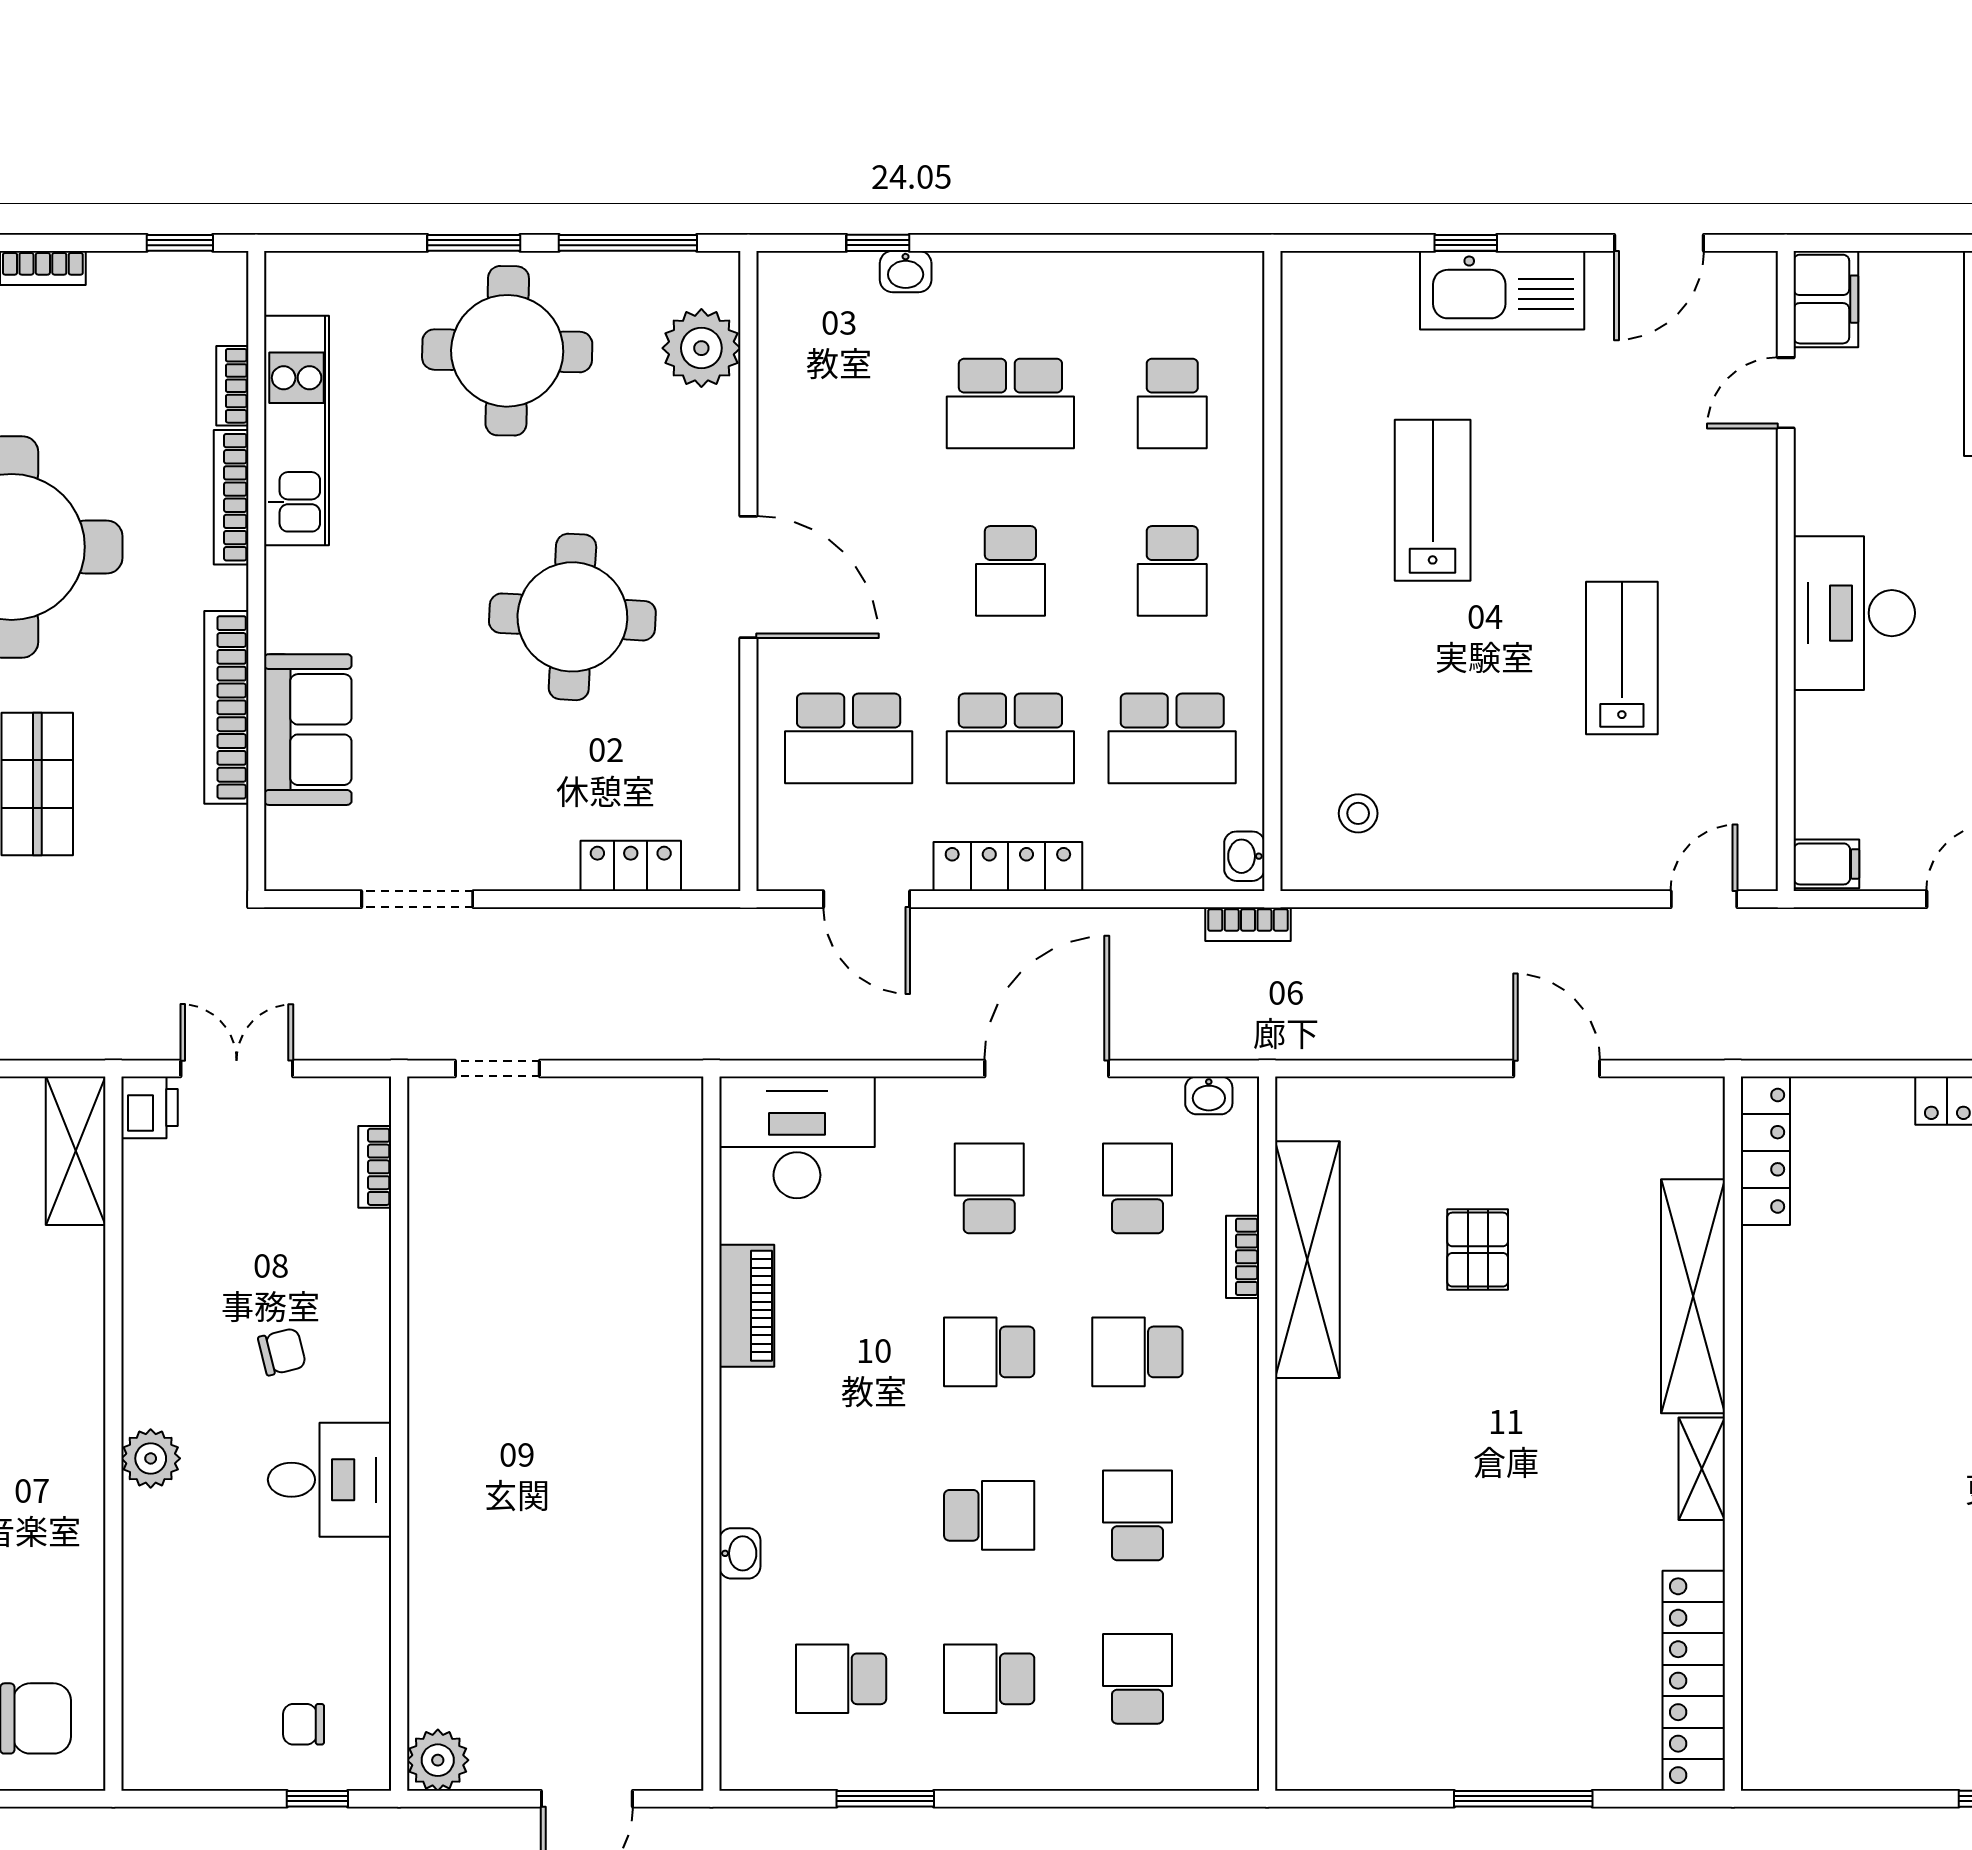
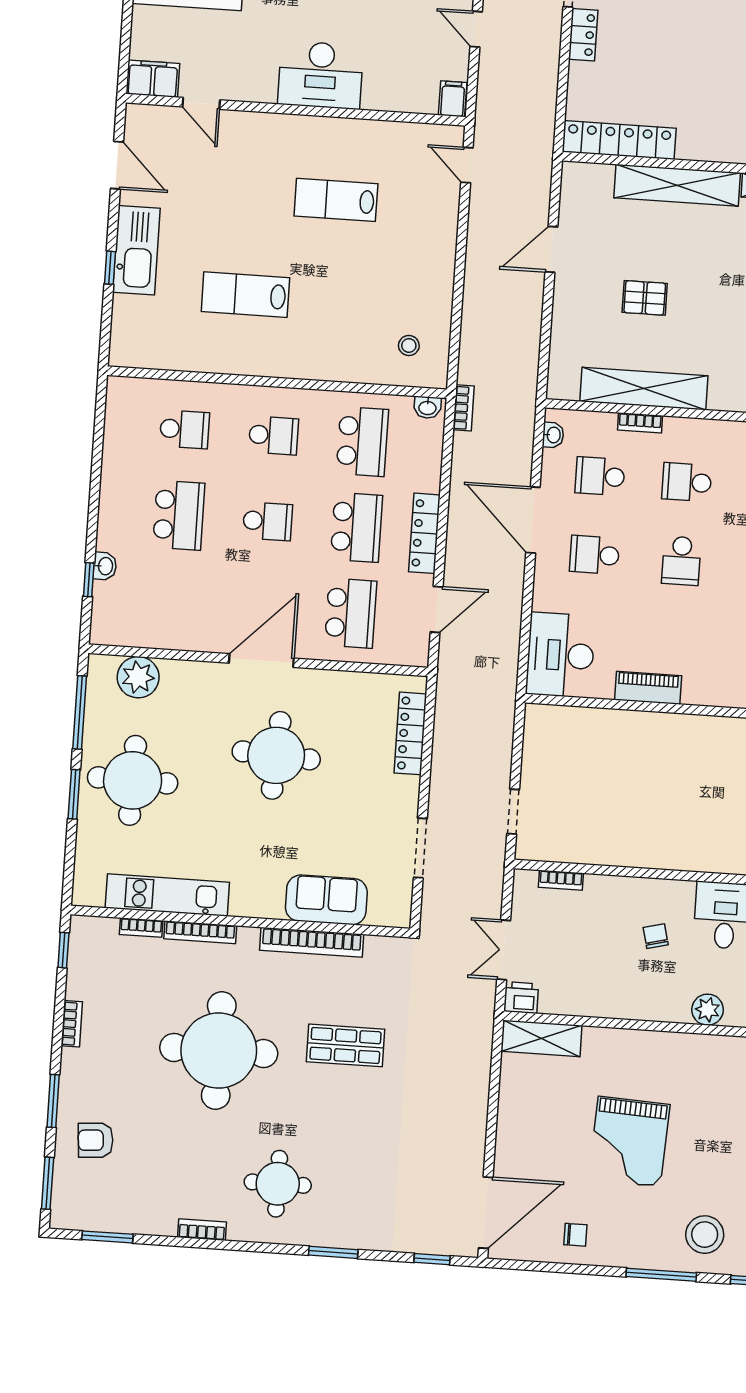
locker: (631, 866) -> (410, 733), width x1.53
locker: (1765, 1151) -> (619, 140), width x1.41, depth x1.21
school desk: (1137, 1352) -> (687, 482), turned 90

